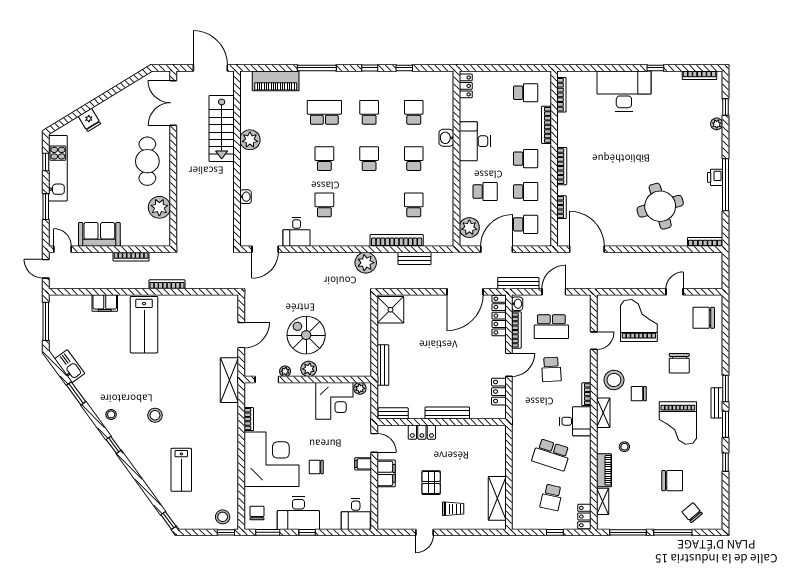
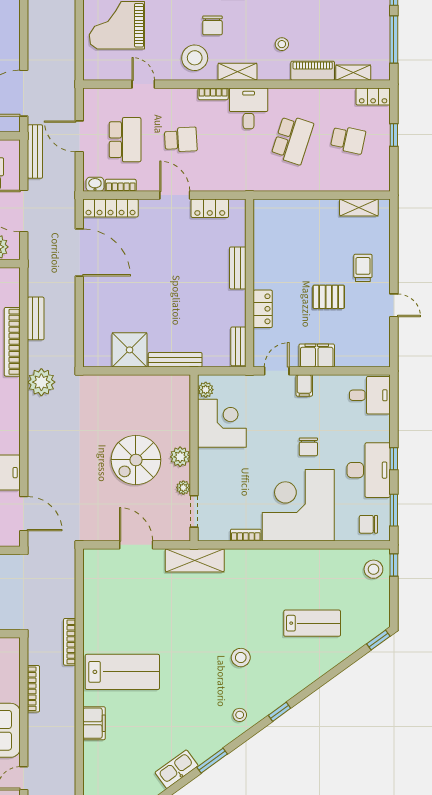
bench: (518, 283) -> (35, 152), moved
shower: (390, 310) -> (130, 350), moved
bookcase: (516, 330) -> (121, 185), width x0.64
bench: (447, 413) -> (238, 268), width x0.73
shelving: (497, 498) -> (359, 207), width x0.67, depth x0.75

